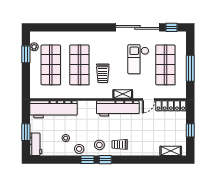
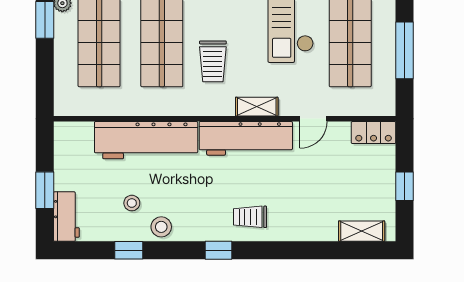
locker: (171, 106) -> (374, 133), width x0.66
workbench: (54, 109) -> (146, 140), moved
stool: (99, 145) -> (206, 218), removed
window: (88, 160) -> (129, 250), moved

